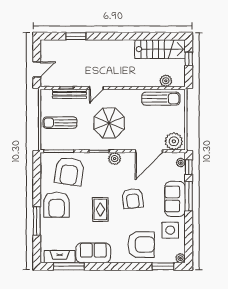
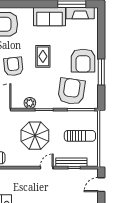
armchair: (57, 205) -> (83, 61), turned 180
window: (37, 221) -> (101, 72), moved

